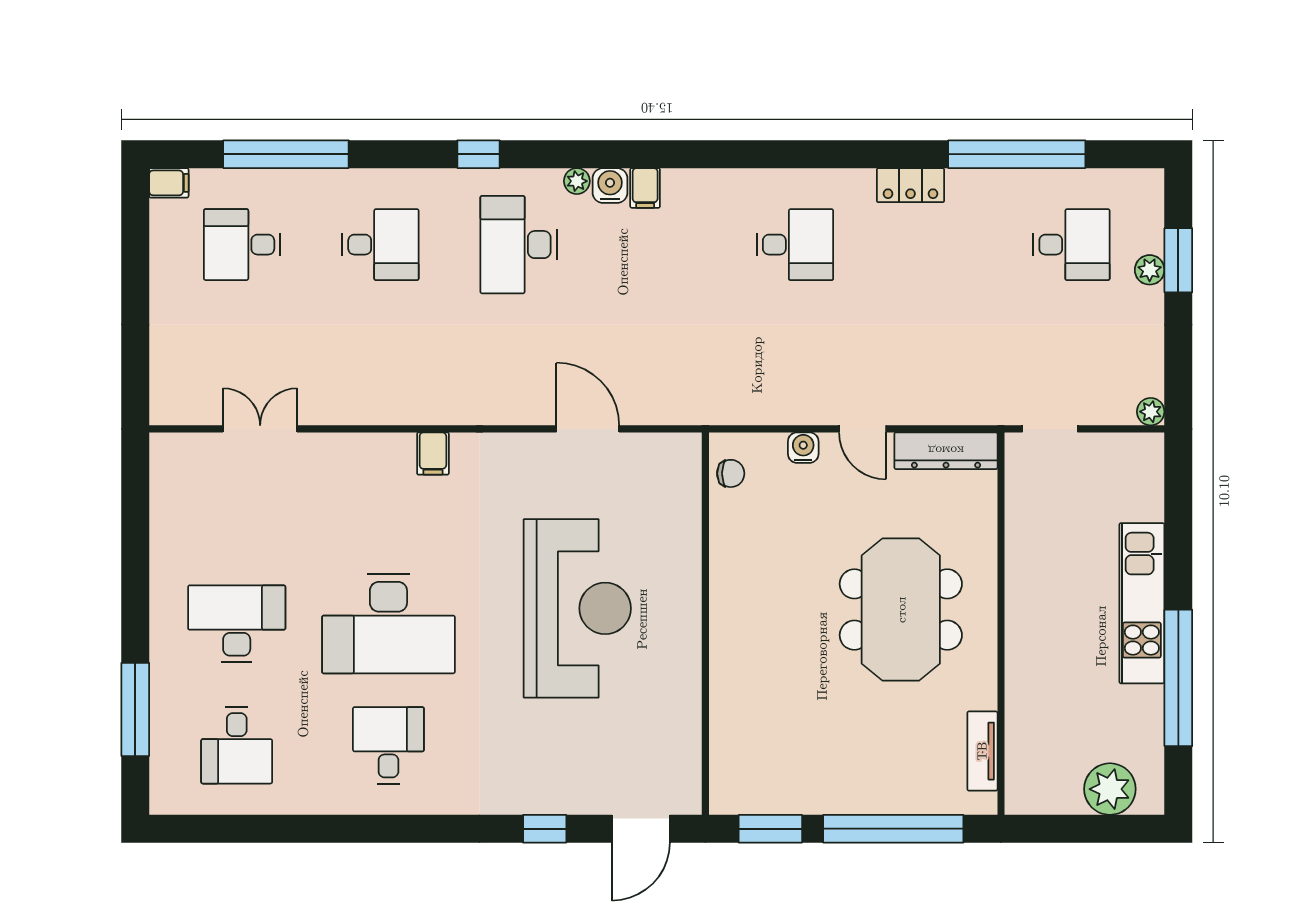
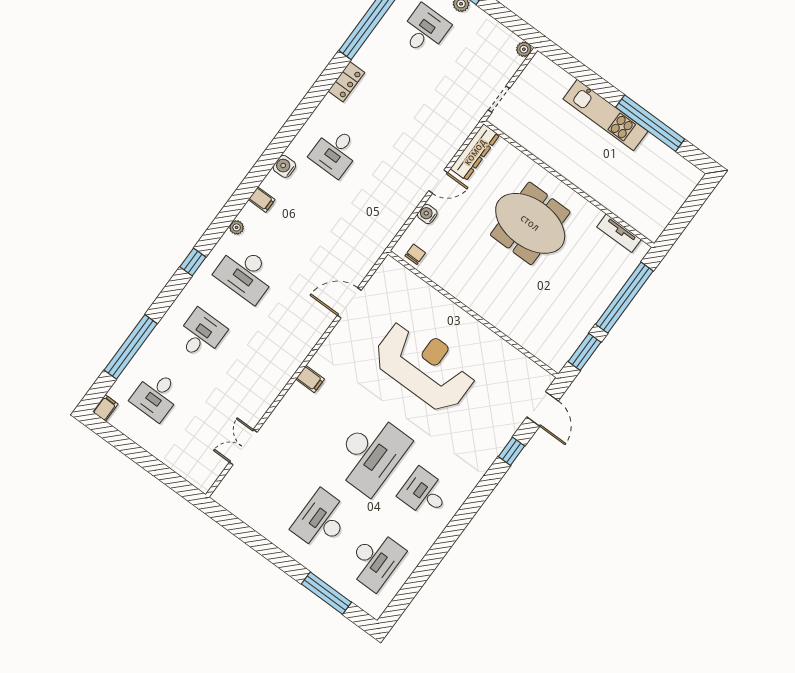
water cooler: (610, 186) -> (284, 166), moved
desk: (795, 245) -> (335, 152), turned 180
desk: (237, 745) -> (375, 560), width x1.37
plant: (1110, 789) -> (677, 189), removed

